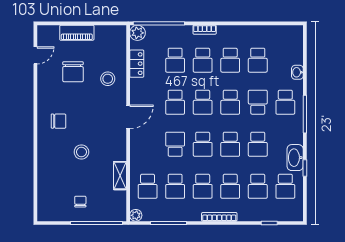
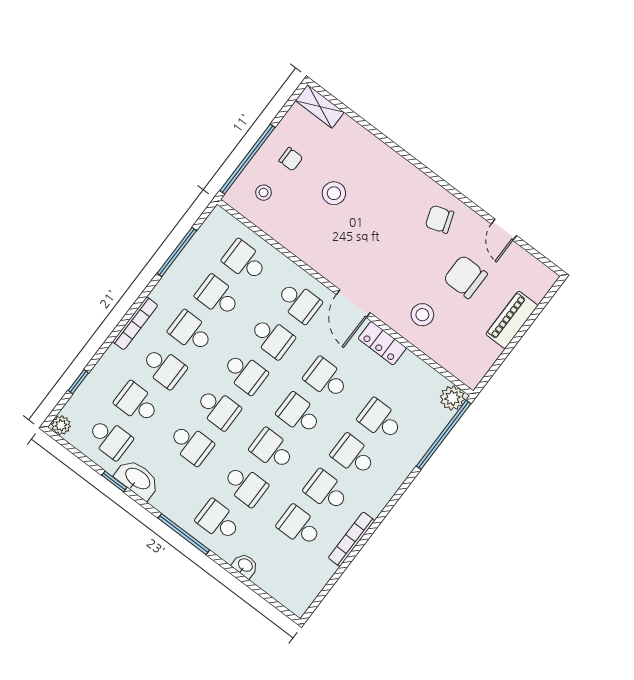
bookcase: (205, 30) -> (351, 539), moved, width x1.56
door: (35, 55) -> (504, 230), moved
locker: (137, 64) -> (382, 343), moved
chair: (58, 121) -> (439, 219), moved, turned 71
school desk: (148, 144) -> (299, 302), added
school desk: (203, 144) -> (245, 373), turned 180
school desk: (230, 144) -> (218, 409), turned 180
school desk: (258, 144) -> (191, 444), turned 180
stool: (81, 152) -> (334, 193), moved
shelving: (120, 176) -> (320, 106), moved
school desk: (230, 186) -> (164, 367), turned 180
school desk: (285, 186) -> (110, 438), turned 180
stool: (107, 203) -> (263, 193), added
plant: (136, 215) -> (61, 425), moved

